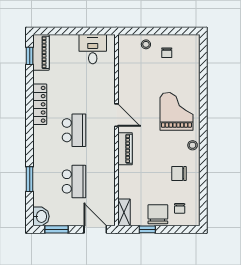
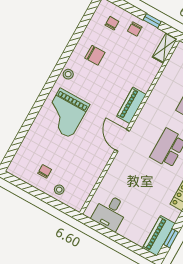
chair: (158, 214) -> (135, 29), width x0.54, depth x0.54

